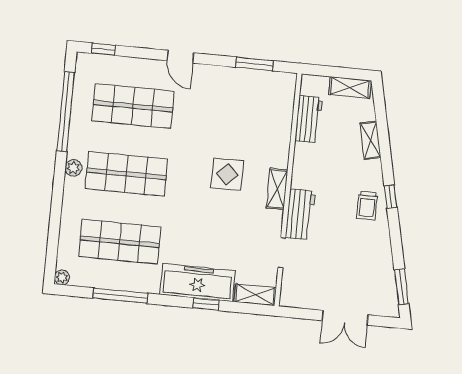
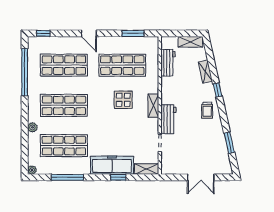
shop shelf: (231, 116) -> (122, 65), added
plant: (73, 168) -> (32, 127), moved
window: (391, 197) -> (218, 90), moved
window: (401, 287) -> (229, 143), moved

